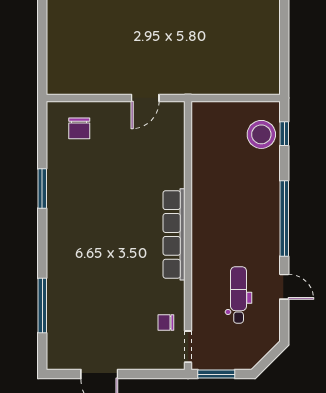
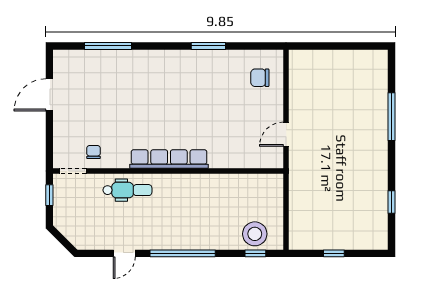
window: (284, 42) -> (334, 253), added
door: (145, 98) -> (286, 134), hinge flipped
dental chair: (239, 295) -> (127, 190), moved
window: (216, 374) -> (49, 195), width x0.67

